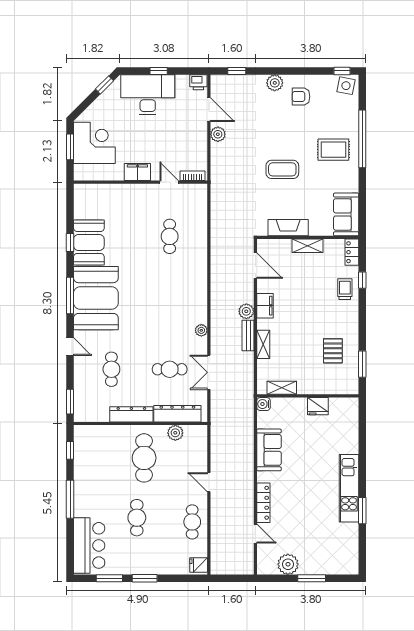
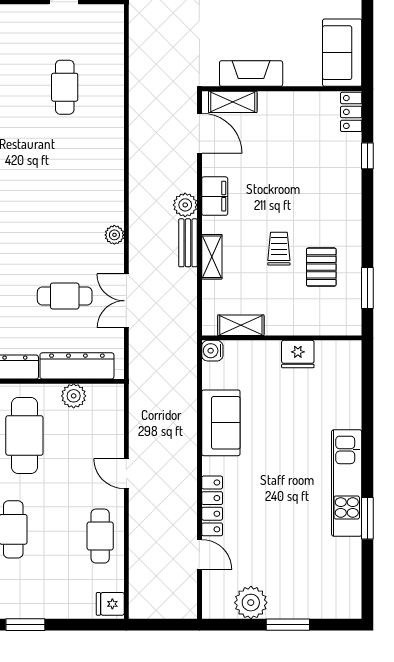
shelving: (307, 246) -> (233, 102), moved
trolley: (345, 289) -> (279, 249), moved

